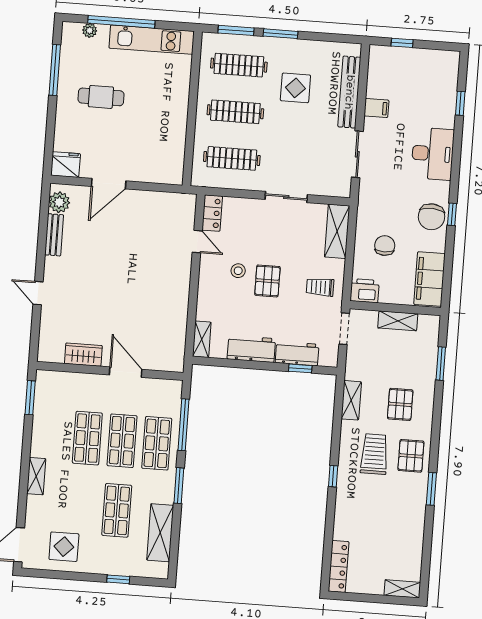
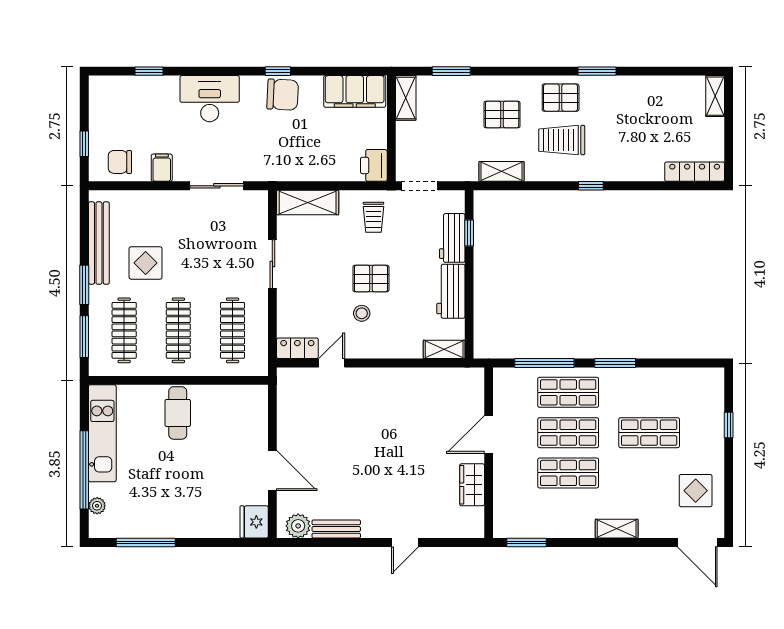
bench: (349, 92) -> (99, 243), moved, turned 90
cafe table: (101, 97) -> (178, 413), moved
chair: (385, 246) -> (120, 162), moved
shelving: (398, 321) -> (406, 98), moved
shelving: (160, 533) -> (671, 381), removed

